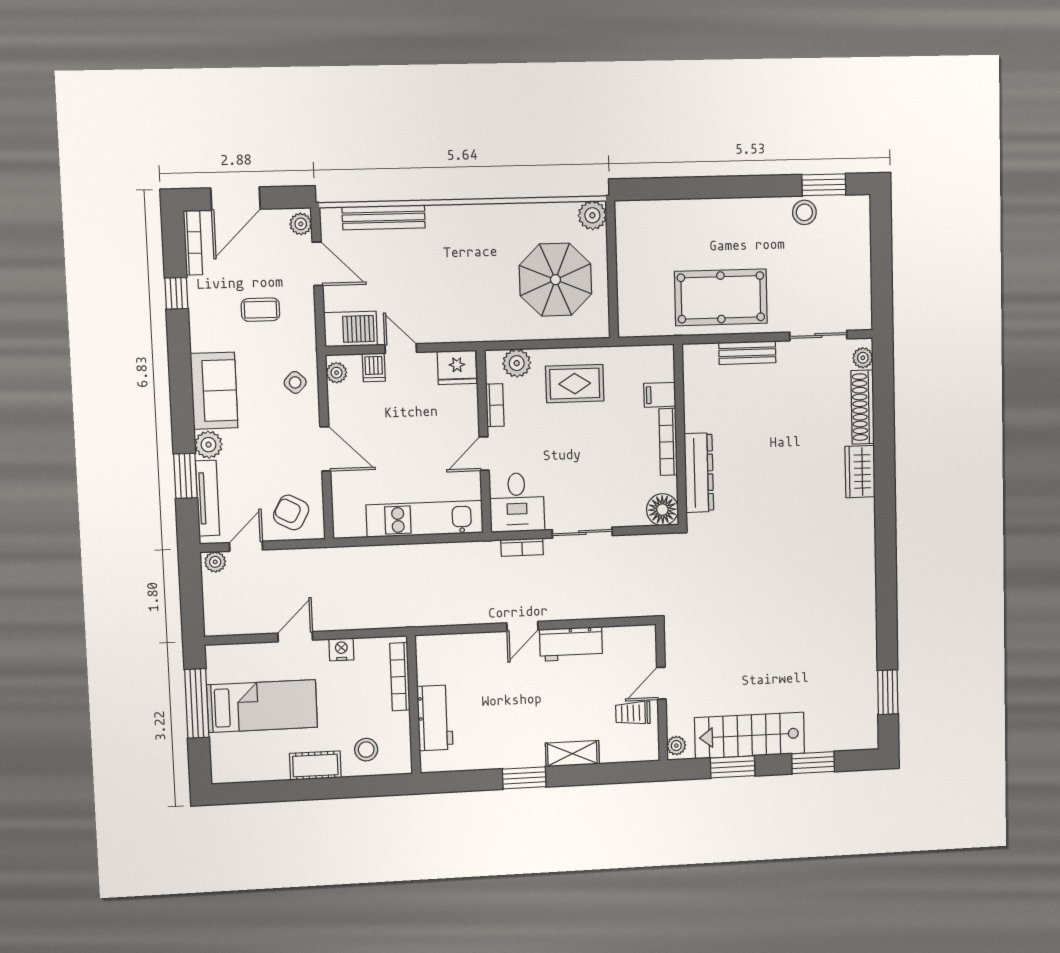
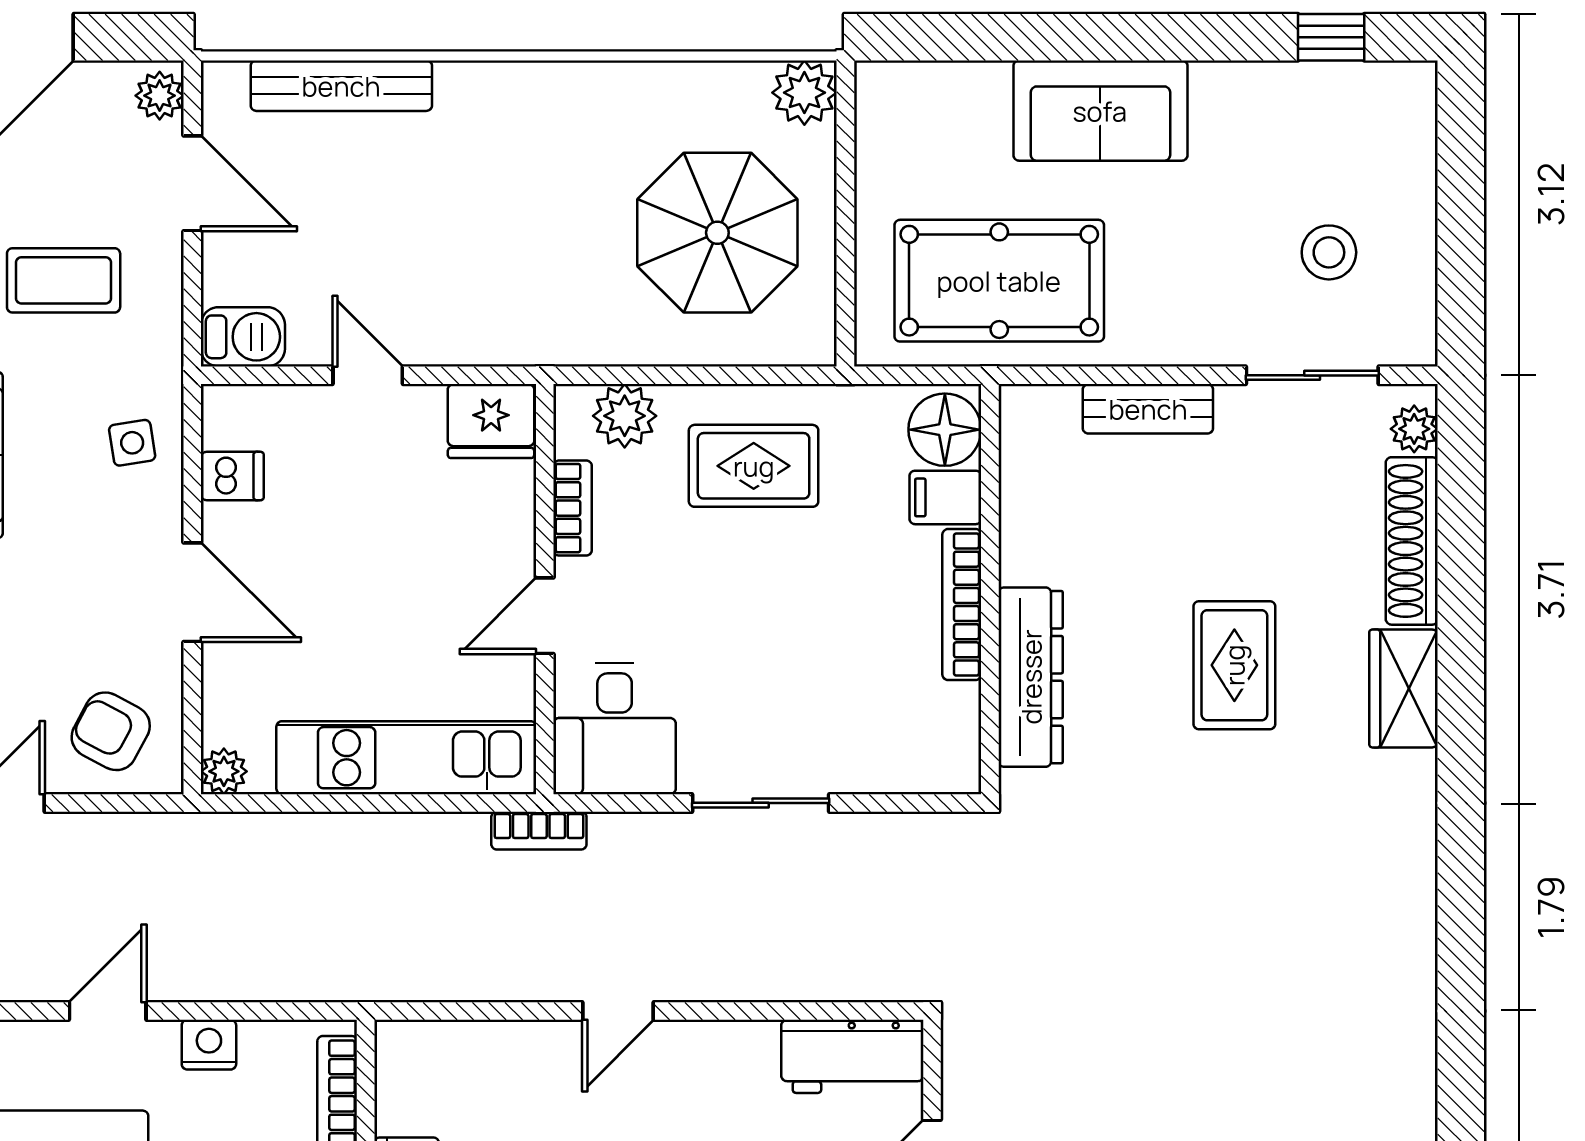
window: (824, 185) -> (1331, 37), width x0.67
stool: (804, 212) -> (1329, 252), moved
sofa: (724, 220) -> (1100, 111), added
pool table: (721, 297) -> (999, 281), moved
coffee table: (260, 310) -> (64, 280), width x1.36, depth x1.30
barbecue: (351, 329) -> (243, 337), width x0.73, depth x0.79
dishwasher: (374, 367) -> (232, 476), moved, turned -90
plant: (337, 373) -> (224, 771), moved
side table: (295, 382) -> (132, 443), turned 38
rug: (787, 464) -> (1234, 665), added
floor lamp: (662, 510) -> (945, 430), moved
bookcase: (522, 547) -> (539, 831), moved
workbench: (571, 644) -> (852, 1056), moved

